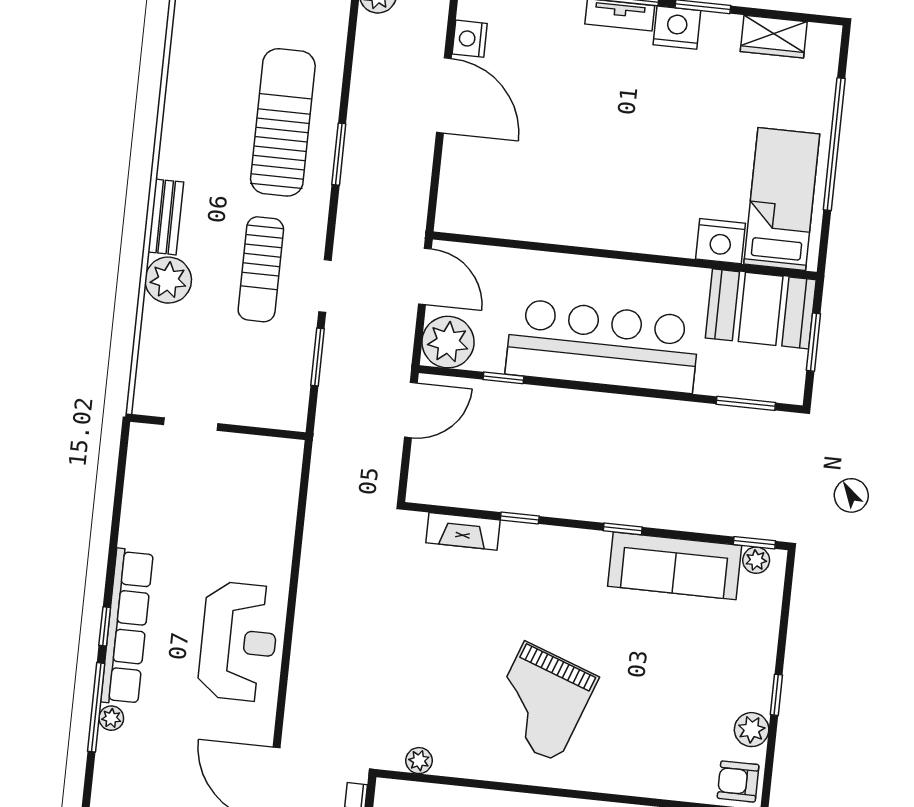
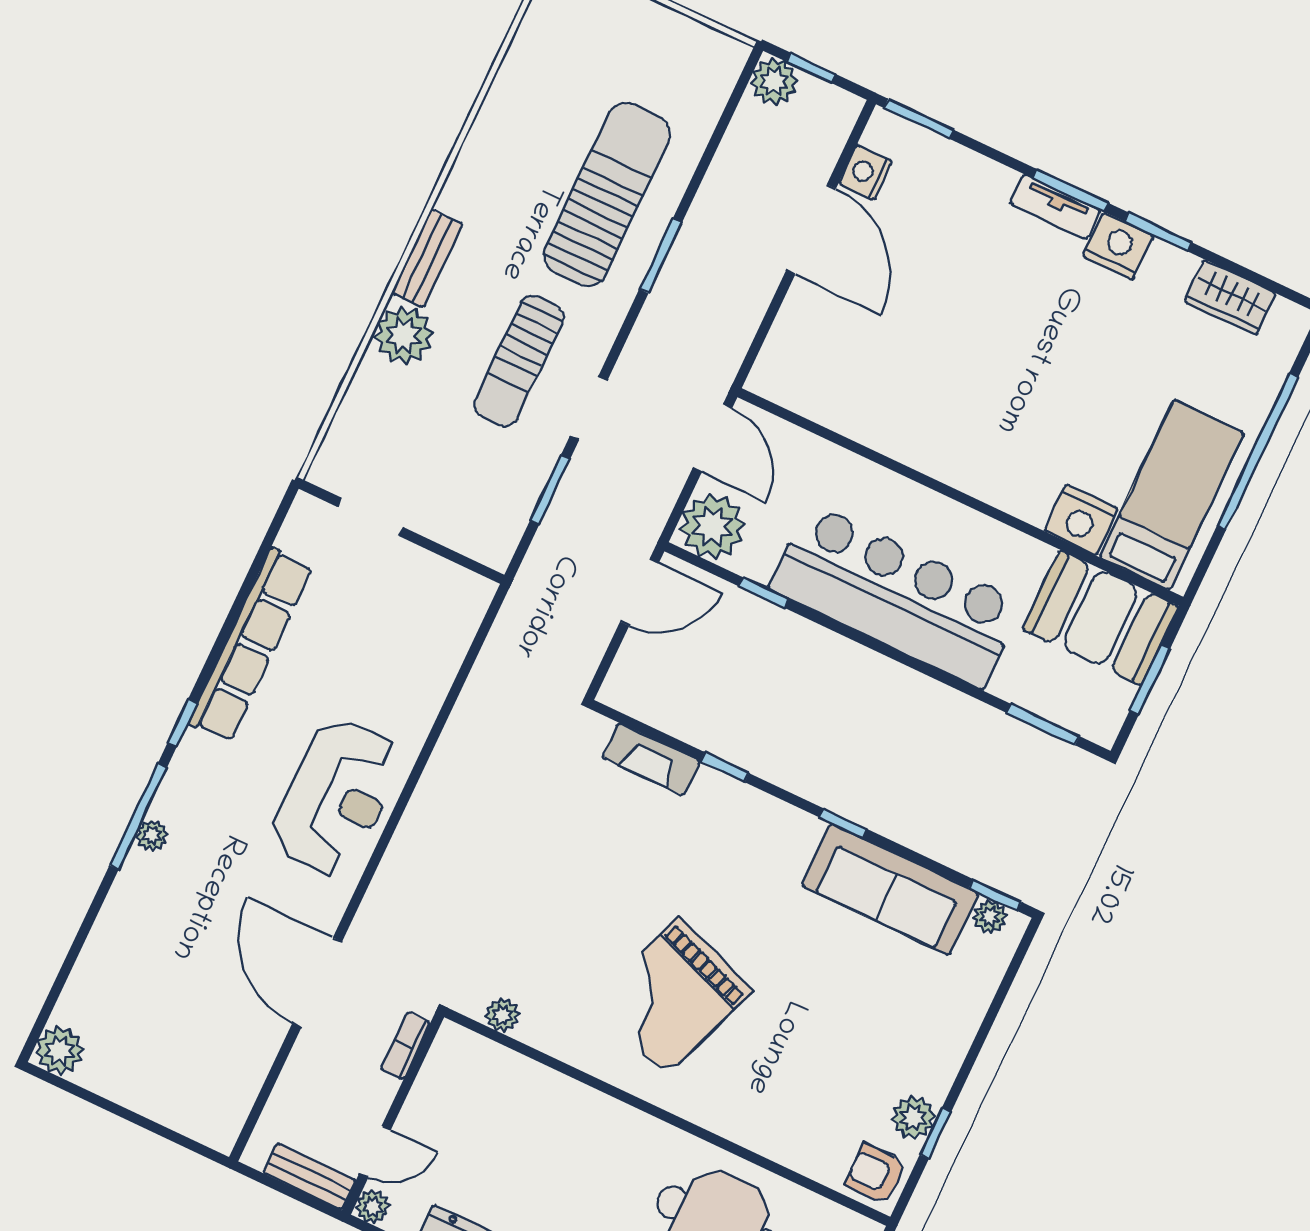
row of seats: (127, 627) -> (251, 645), moved
window: (776, 695) -> (936, 1133), moved

